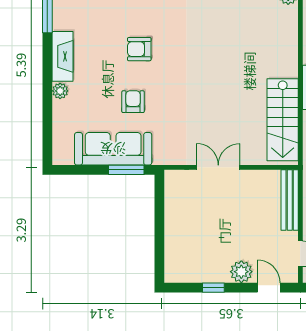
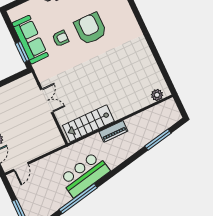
armchair: (139, 49) -> (90, 29), width x1.88, depth x1.88
bench: (290, 200) -> (47, 147), removed

